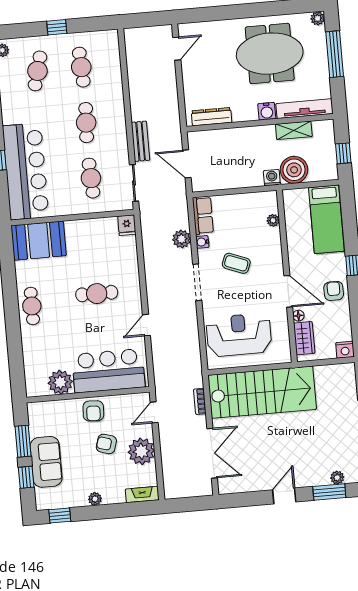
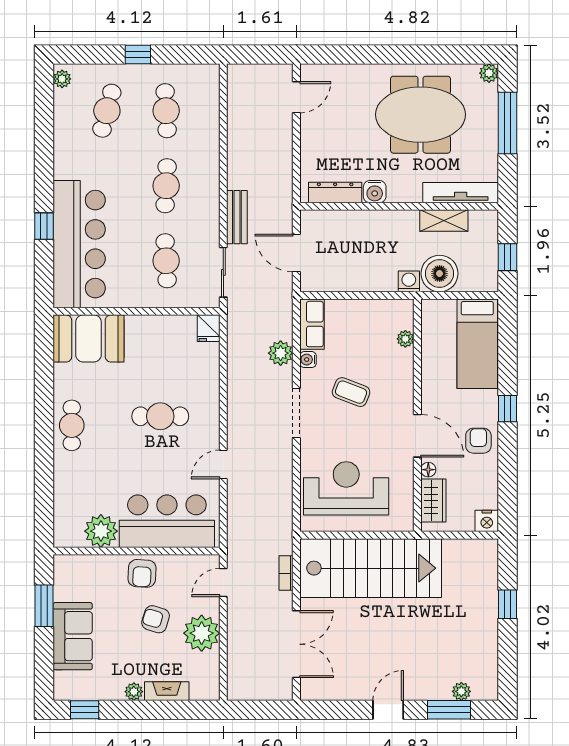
water cooler: (267, 111) -> (375, 192), moved
window: (26, 477) -> (44, 654), removed
fireplace: (142, 494) -> (167, 691), moved

